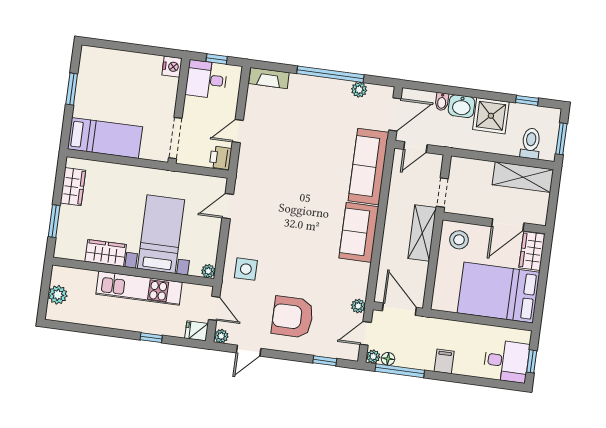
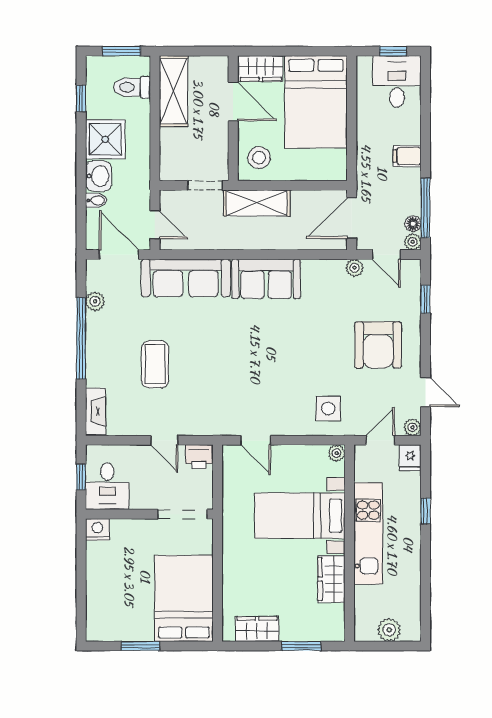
coffee table: (301, 132) -> (155, 364), added
bed: (105, 138) -> (184, 598), width x1.50

